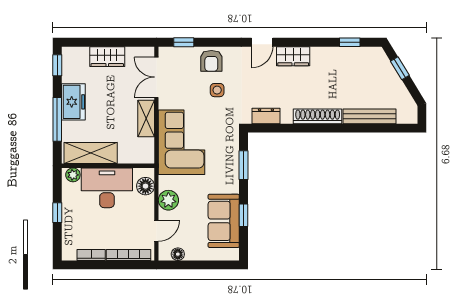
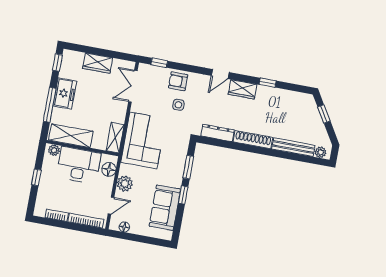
window: (350, 42) -> (268, 83), moved
armchair: (211, 61) -> (178, 81), turned 90
dresser: (266, 116) -> (218, 133), width x1.44
plant: (404, 117) -> (321, 152), added
shelving: (146, 118) -> (115, 138), moved
window: (244, 215) -> (183, 195), moved

